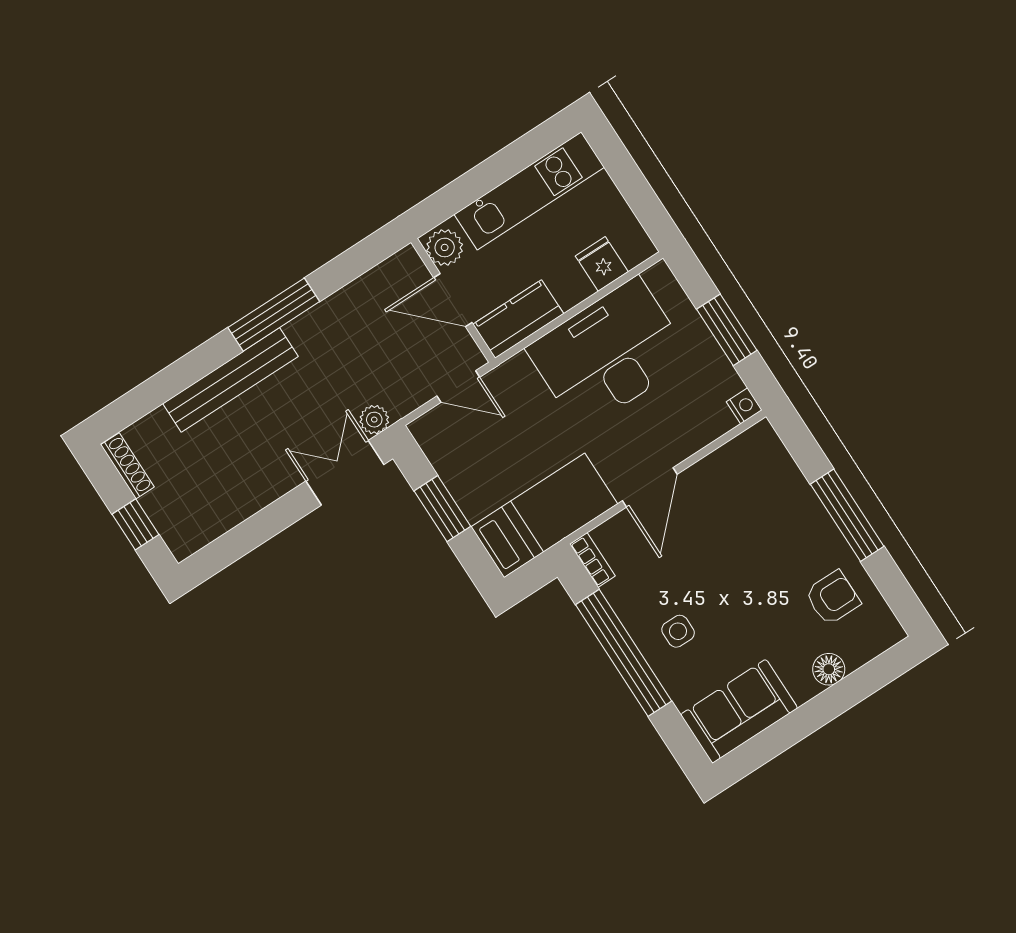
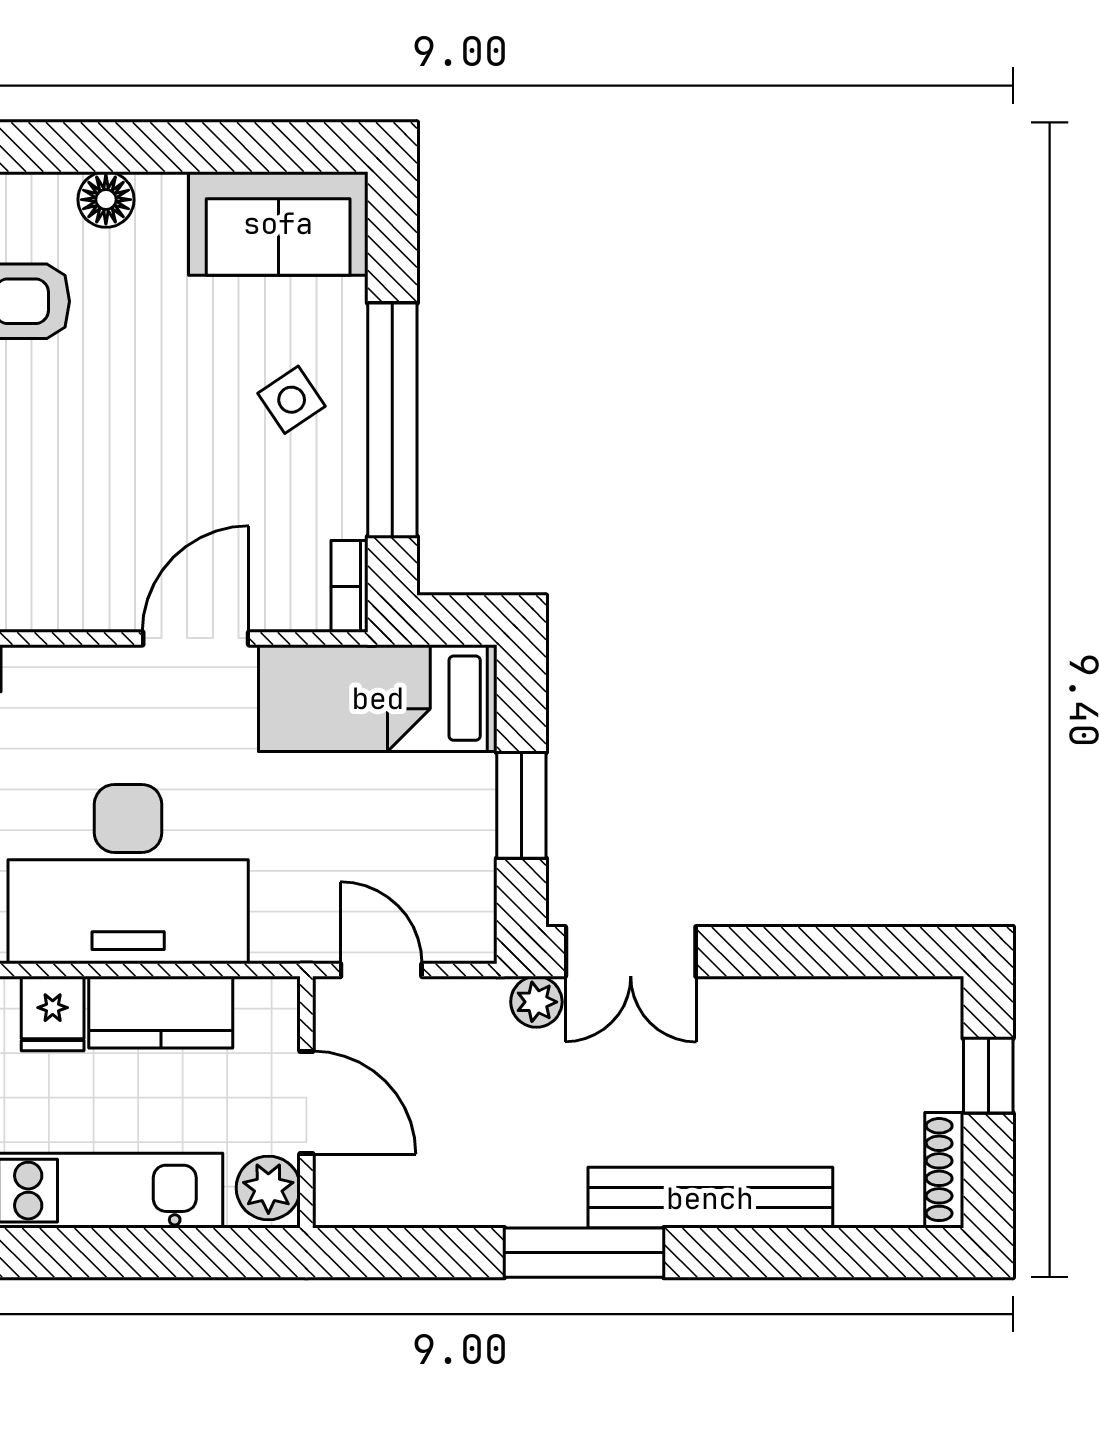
kitchen counter: (518, 319) -> (161, 1012), moved
side table: (678, 631) -> (292, 400), turned -34

